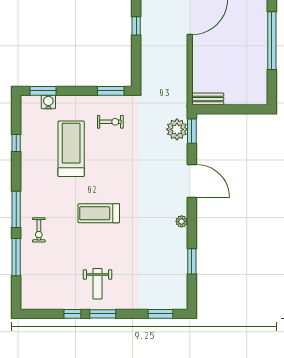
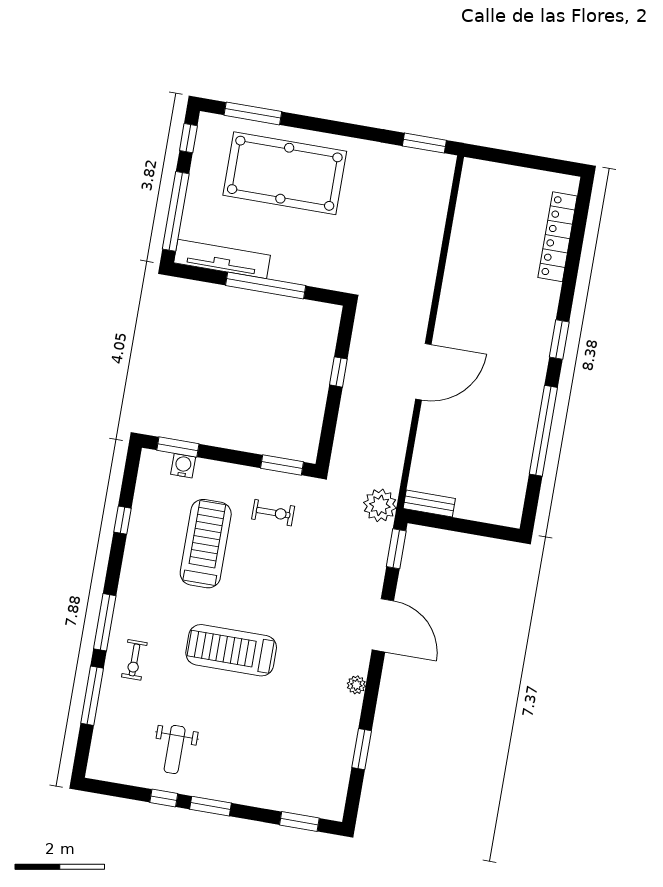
plant: (177, 129) -> (380, 505), moved
treadmill: (99, 213) -> (231, 650), width x1.37, depth x1.38
weight bench: (97, 284) -> (175, 750), moved

